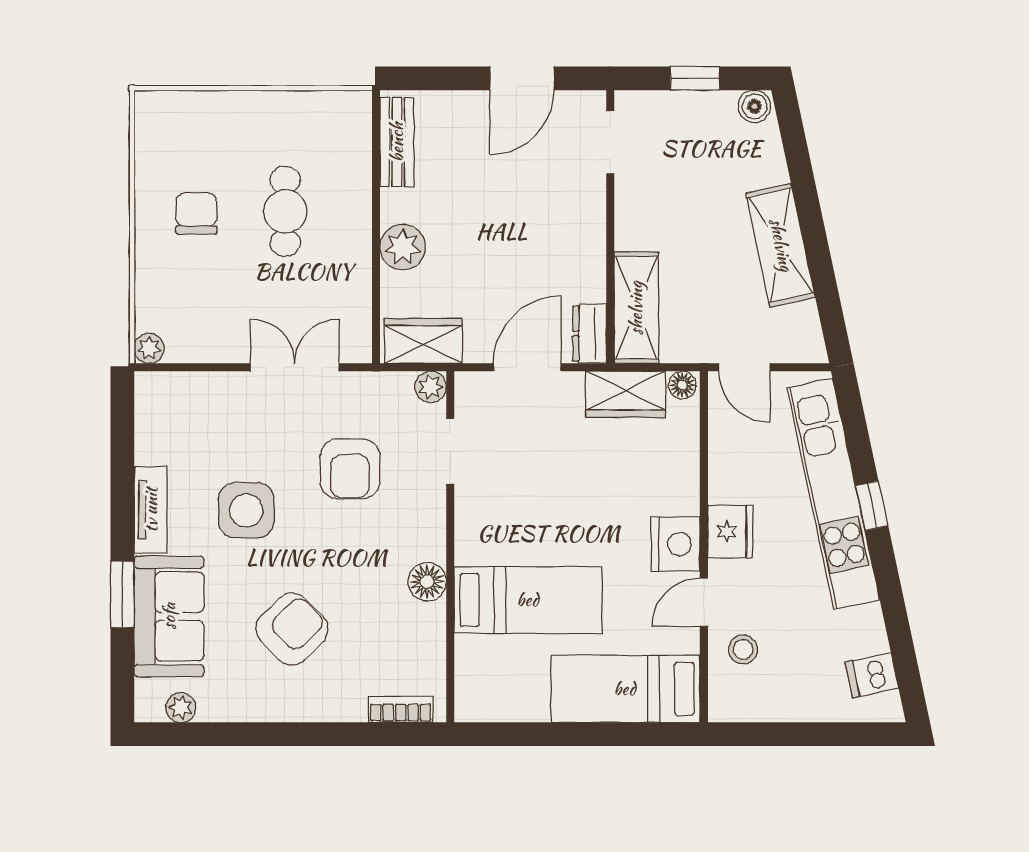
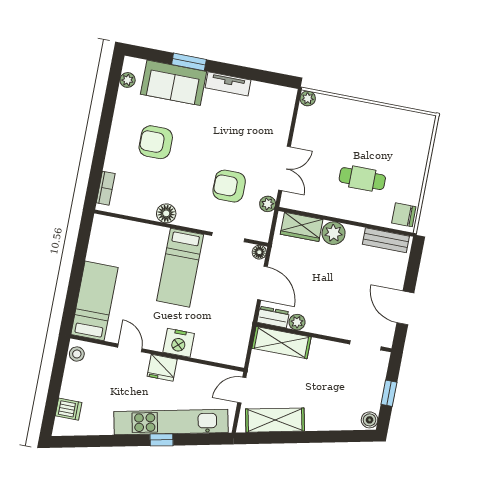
chair: (196, 213) -> (404, 215), moved, turned 180
shelving: (781, 245) -> (275, 420), moved
plant: (591, 285) -> (297, 322), added
wardrobe: (423, 341) -> (302, 227), moved, turned 90
floor lamp: (682, 385) -> (259, 252), moved
plant: (431, 387) -> (268, 204), moved
wardrobe: (626, 394) -> (240, 329), removed
side table: (246, 510) -> (219, 131), removed
nightstand: (676, 544) -> (179, 343), moved
bed: (528, 600) -> (180, 268), moved
armchair: (292, 629) -> (156, 142), turned 134
stool: (743, 649) -> (77, 354), moved
dishwasher: (872, 675) -> (69, 409), moved, turned 102

